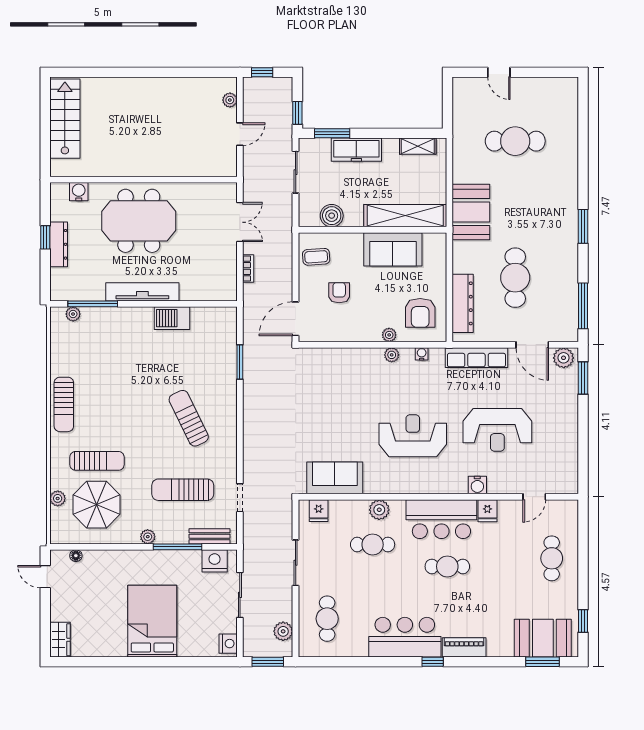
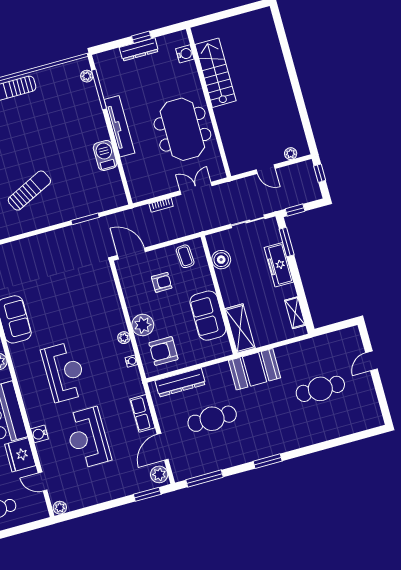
stairs: (65, 119) -> (216, 73), moved, turned -90
cafe table: (515, 141) -> (320, 389), turned 90
shelving: (405, 216) -> (240, 328), width x0.68
meeting table: (139, 221) -> (182, 129), moved
double door: (240, 222) -> (196, 188), swing flipped
plant: (389, 335) -> (143, 325), width x1.88, depth x1.88
row of seats: (476, 358) -> (142, 413), width x0.68
plant: (570, 485) -> (60, 508), added
fridge: (487, 511) -> (20, 455), width x1.88, depth x1.34

